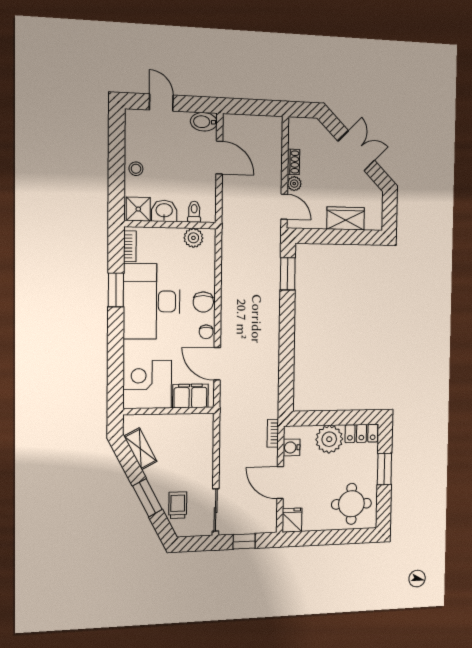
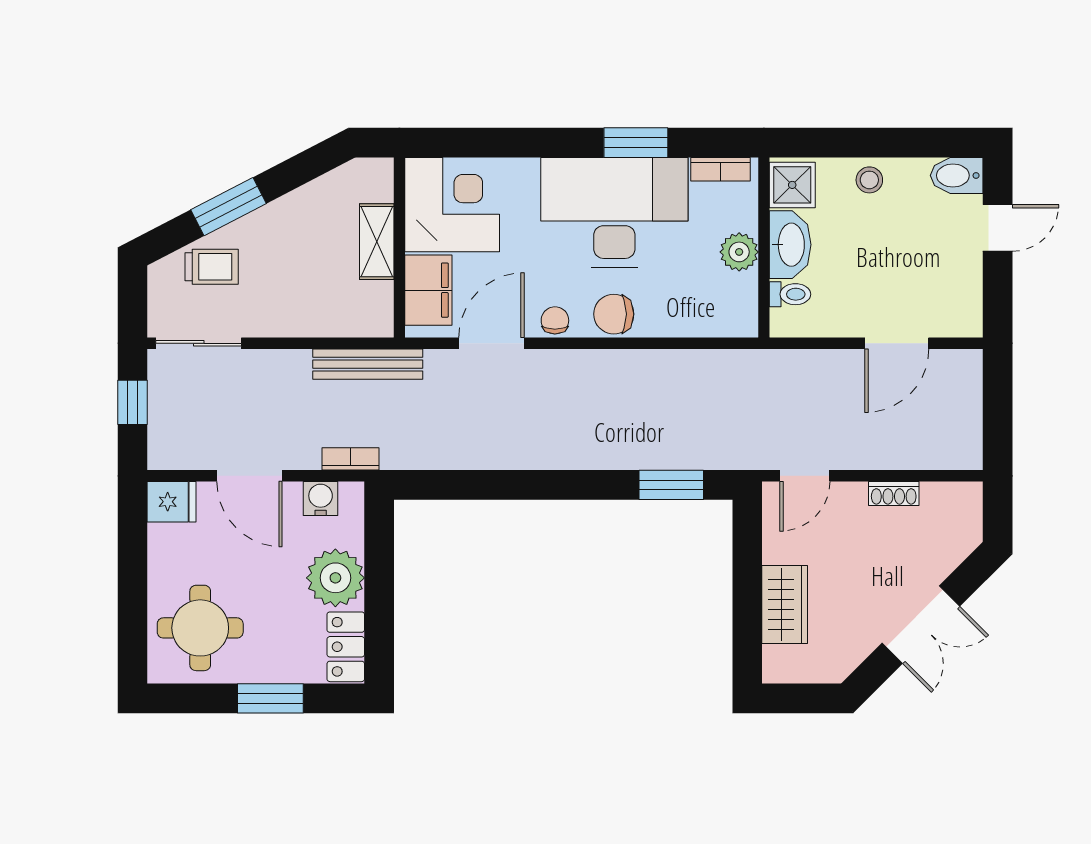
bidet: (204, 122) -> (957, 175), moved, turned -90
plant: (294, 184) -> (851, 496), removed
washbasin: (164, 211) -> (790, 245), width x1.38
plant: (193, 238) -> (739, 252), moved
chair: (206, 332) -> (555, 320), turned 90
bench: (227, 426) -> (368, 364), added
shelving: (140, 449) -> (377, 242), moved, turned -63
door: (280, 483) -> (249, 476), swing flipped

